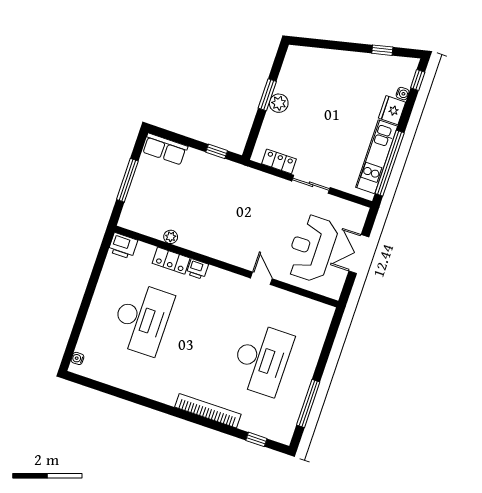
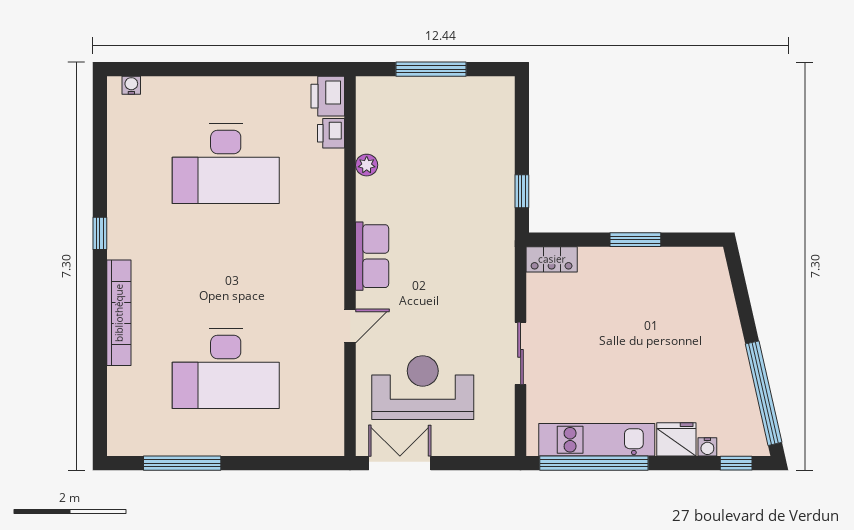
window: (382, 50) -> (764, 393), width x3.17
plant: (279, 103) -> (628, 262), removed
row of seats: (165, 149) -> (372, 256), moved, turned 180
locker: (279, 161) -> (552, 259), moved, turned 90
double door: (359, 254) -> (400, 463), moved
locker: (171, 261) -> (330, 178), removed
printer: (197, 269) -> (331, 133), moved
window: (256, 439) -> (100, 233), moved

